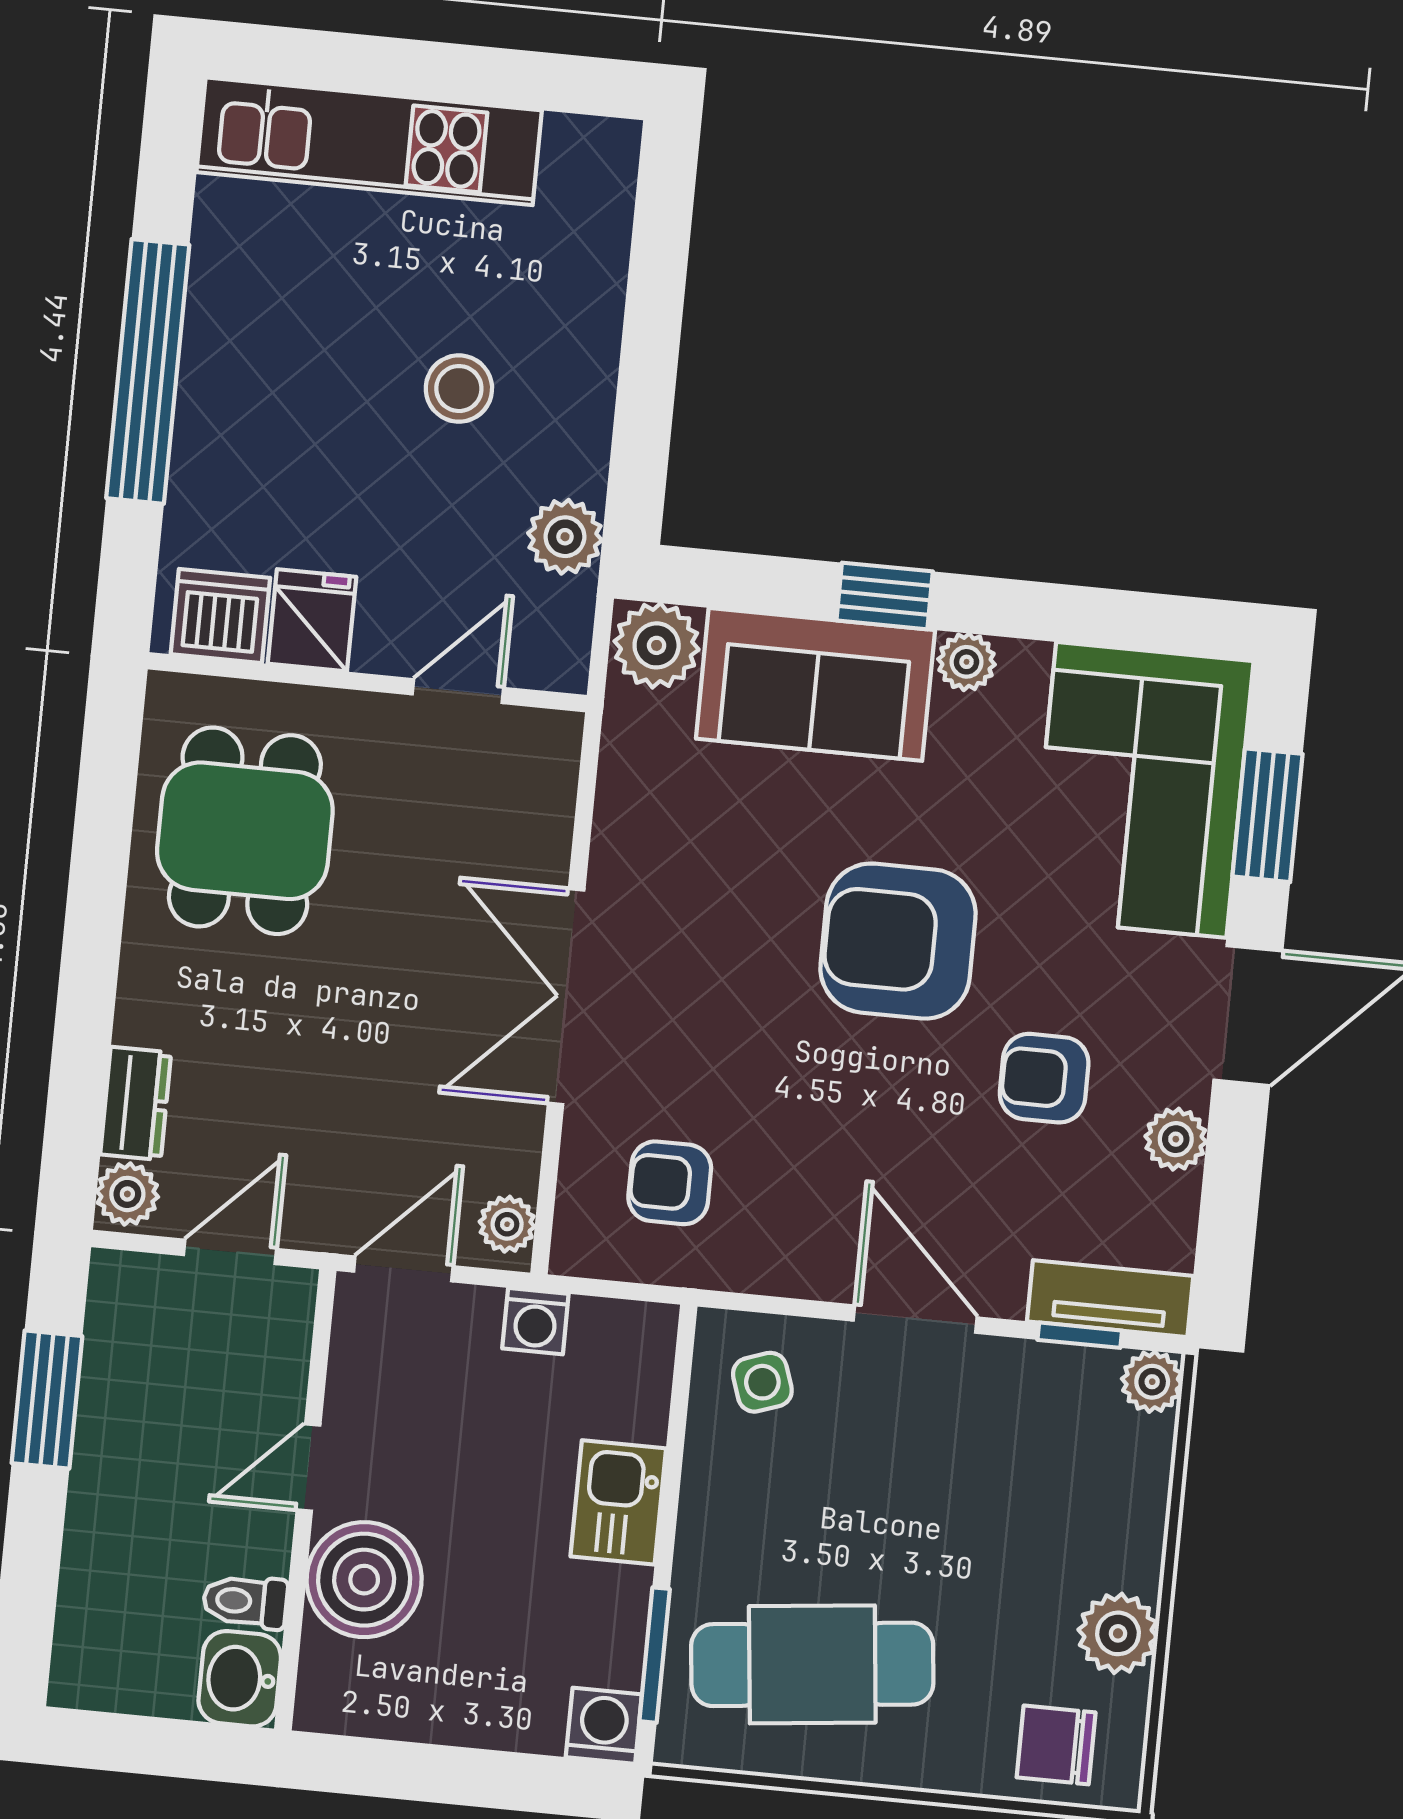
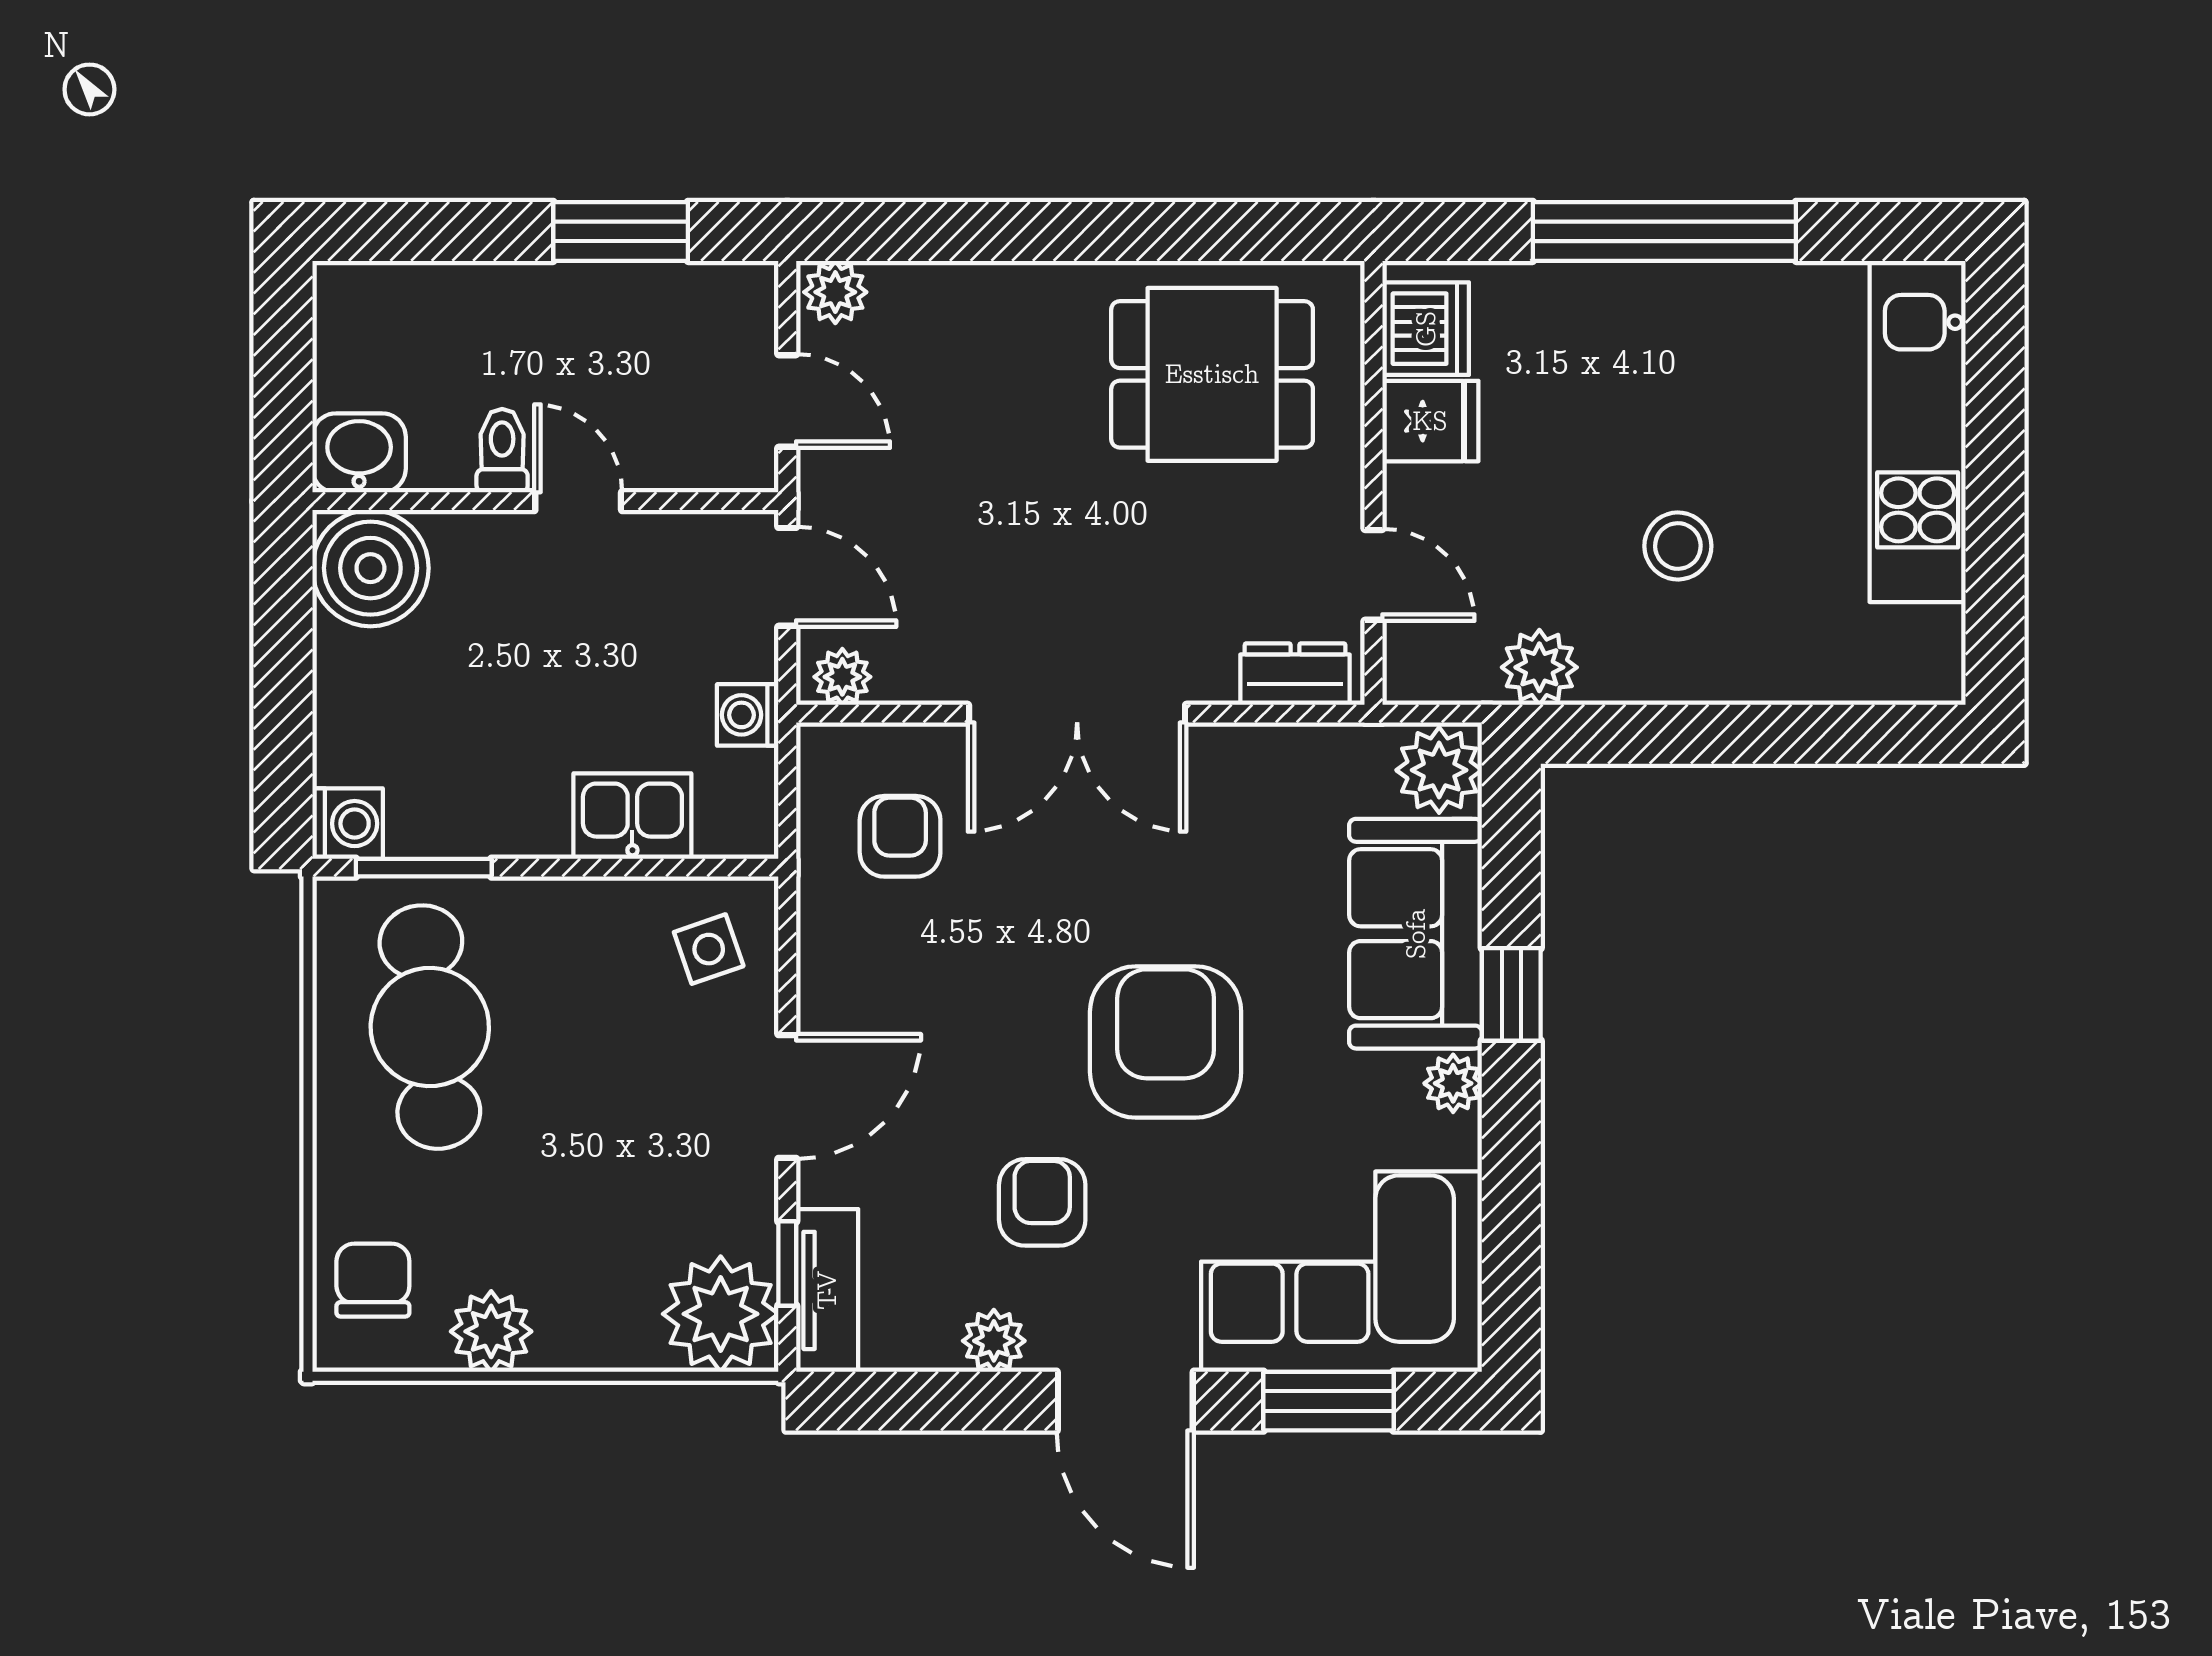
double door: (566, 997) -> (1077, 714), swing flipped
dresser: (136, 1103) -> (1295, 674), moved, turned 180
plant: (1152, 1382) -> (721, 1314), width x1.88, depth x1.88
kitchen sink: (618, 1502) -> (632, 816), moved
boiler: (364, 1580) -> (370, 568), moved
toilet: (245, 1601) -> (502, 451), moved

